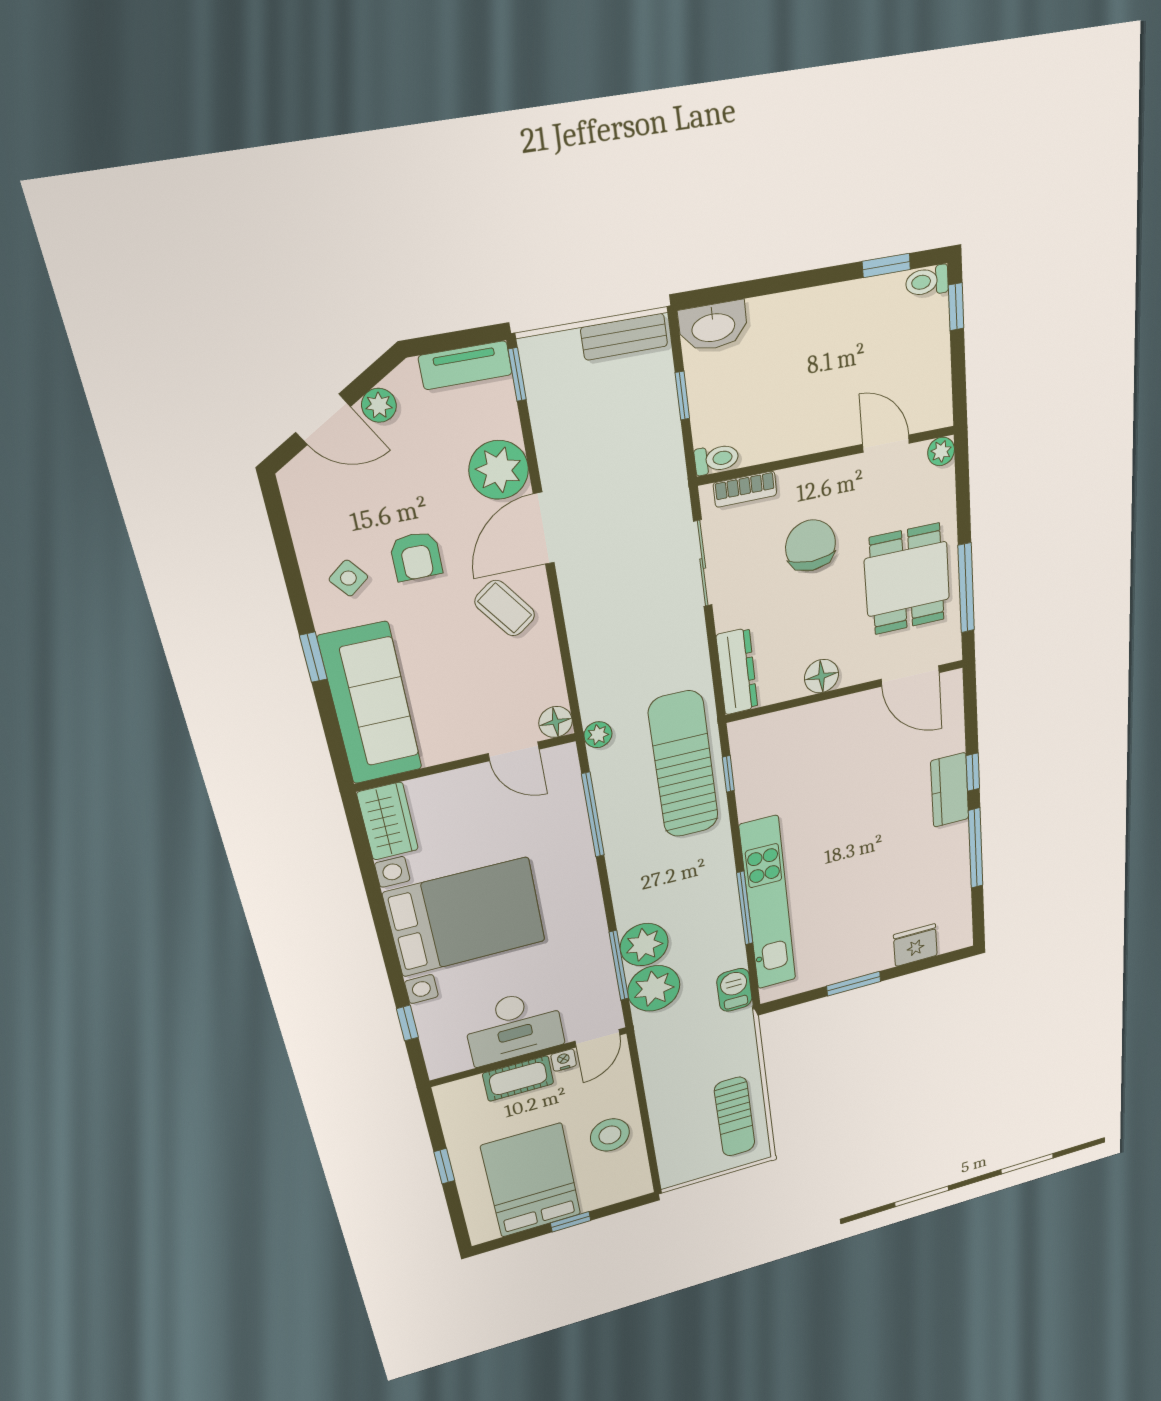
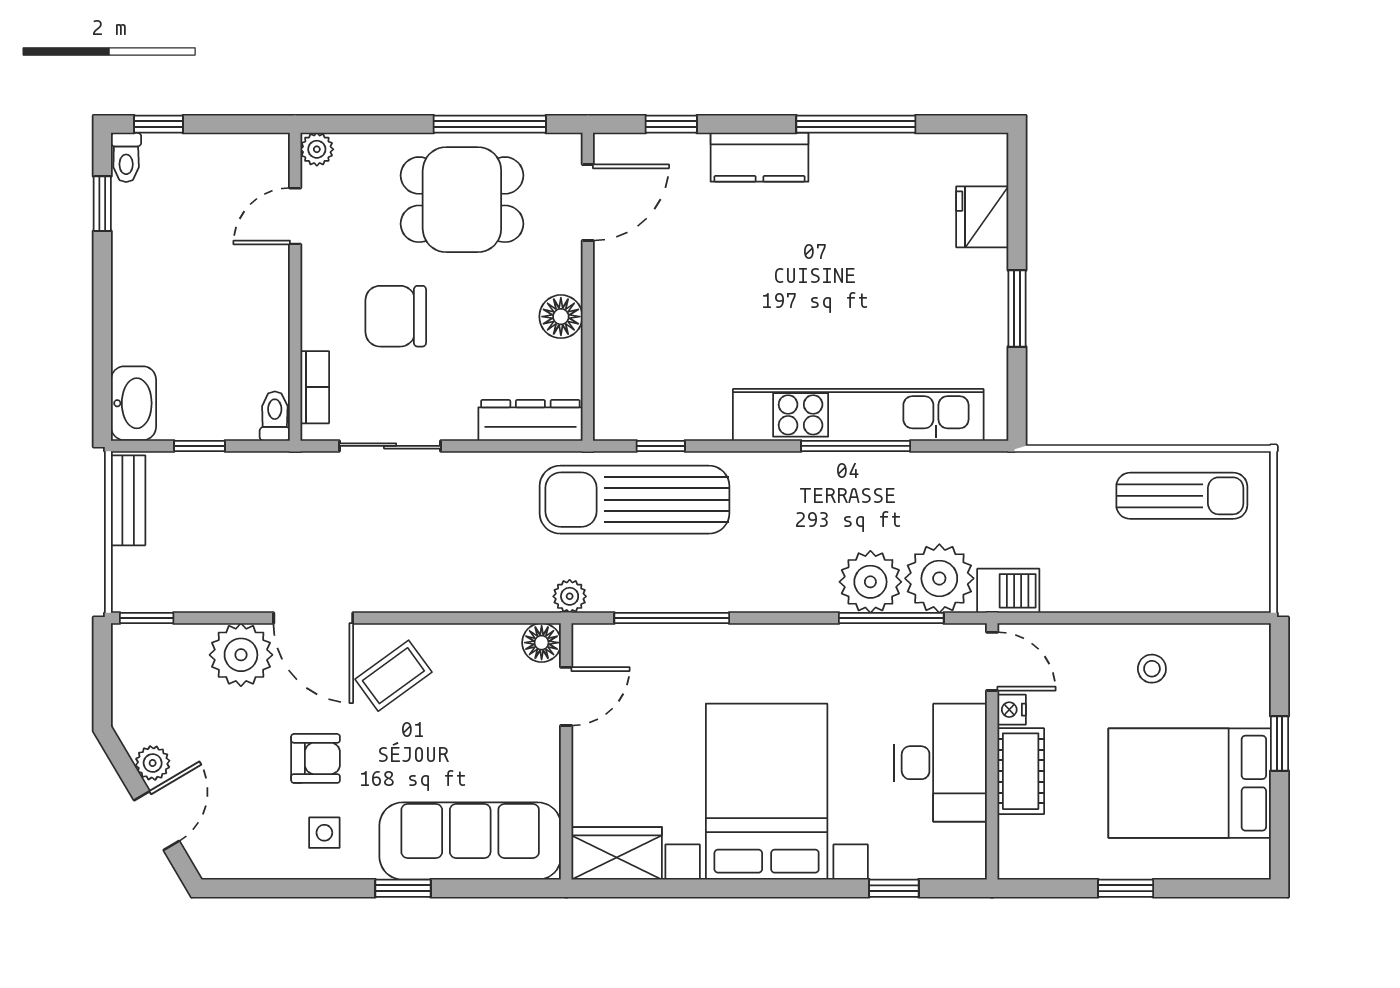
tv unit: (465, 365) -> (128, 669), removed
side table: (348, 578) -> (324, 833), turned 38
window: (973, 772) -> (671, 124), moved
barbecue: (734, 990) -> (1008, 591), moved, turned 180
stool: (610, 1135) -> (1152, 669), width x0.53, depth x0.53

